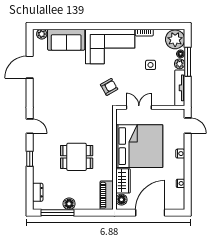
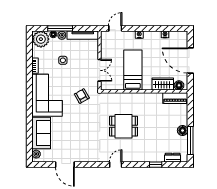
double door: (139, 107) -> (100, 70), swing flipped
bed: (139, 146) -> (133, 70), width x0.49
dining table: (77, 157) -> (124, 126), moved, turned 90
window: (30, 159) -> (156, 165), moved

